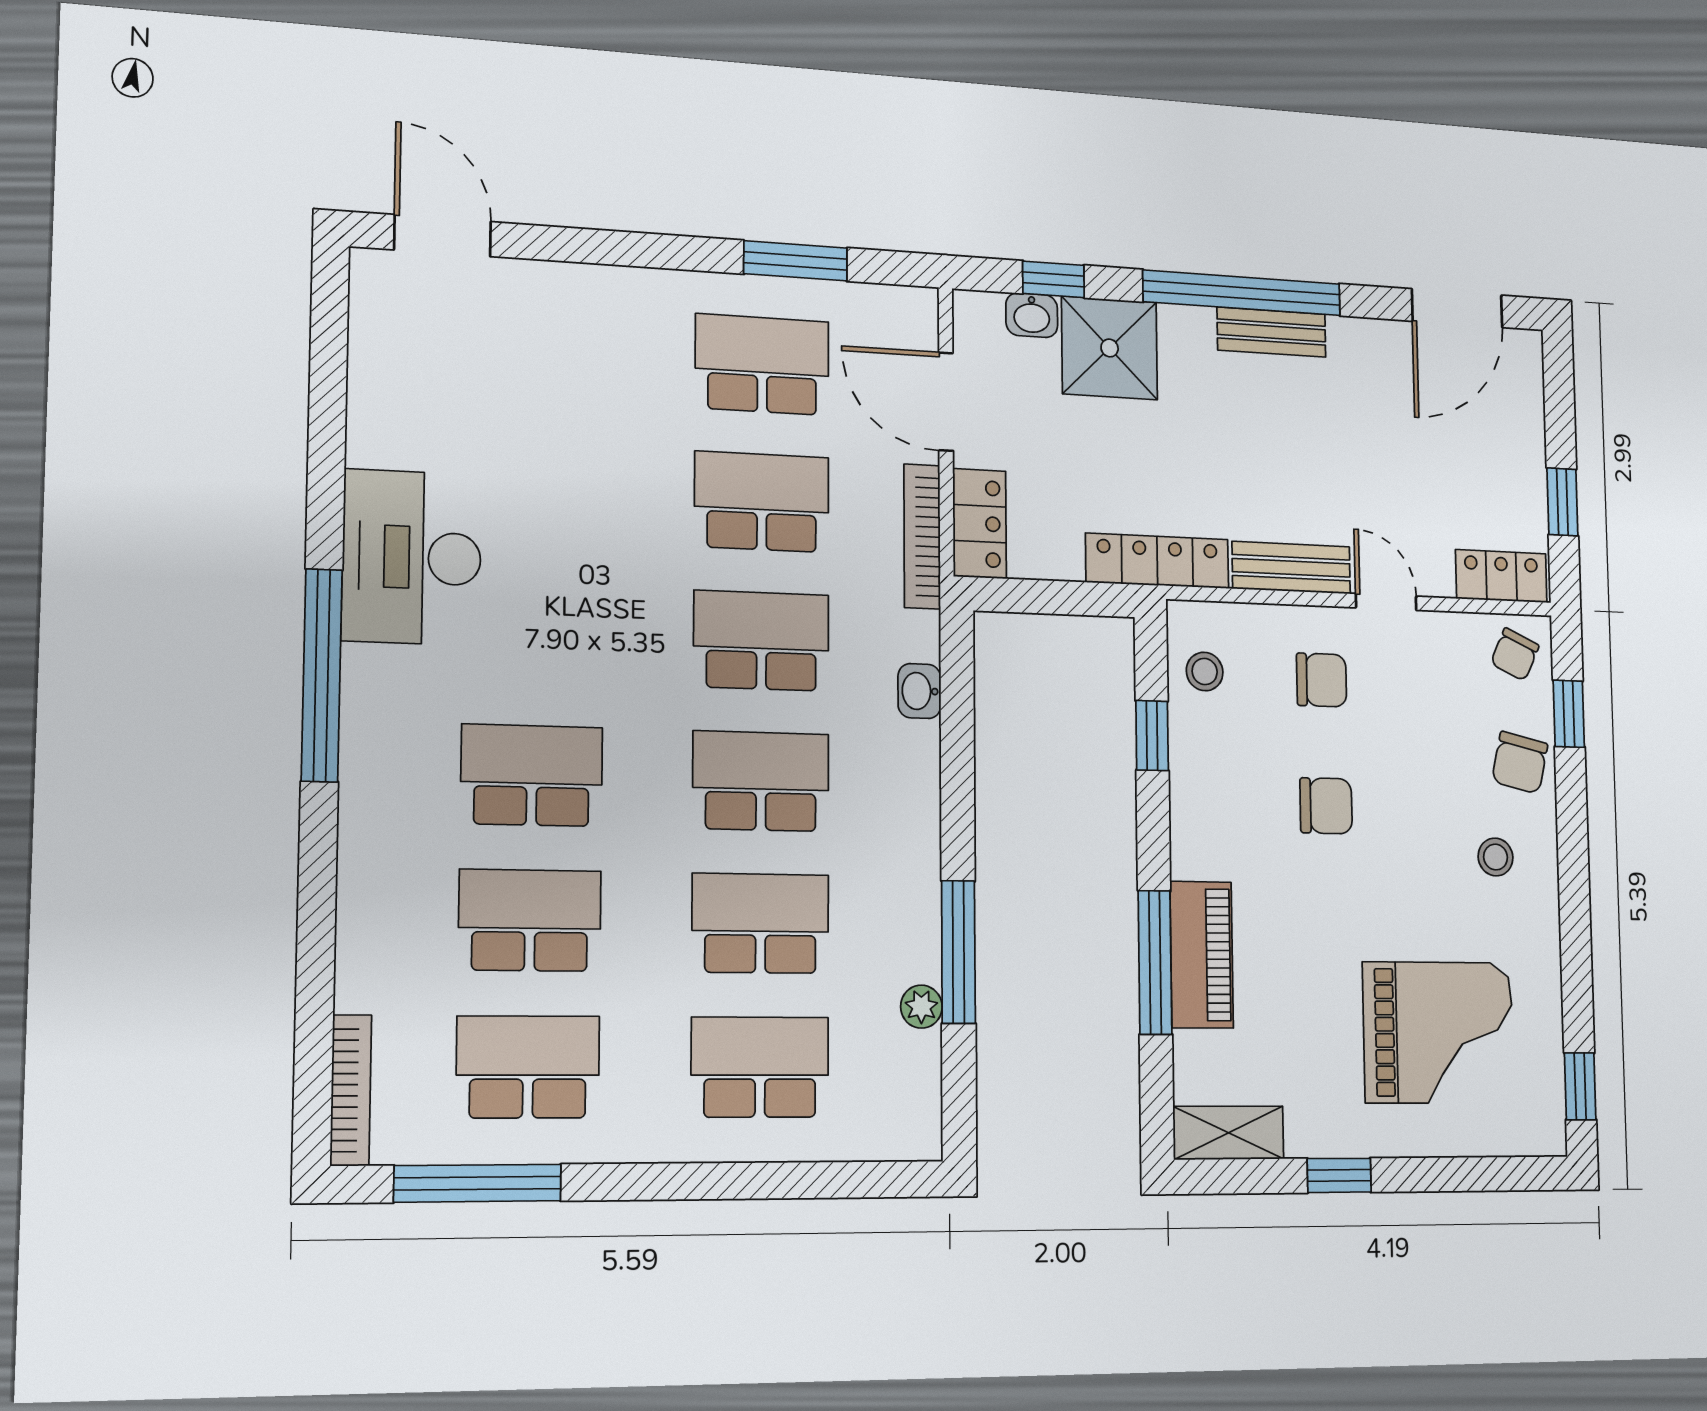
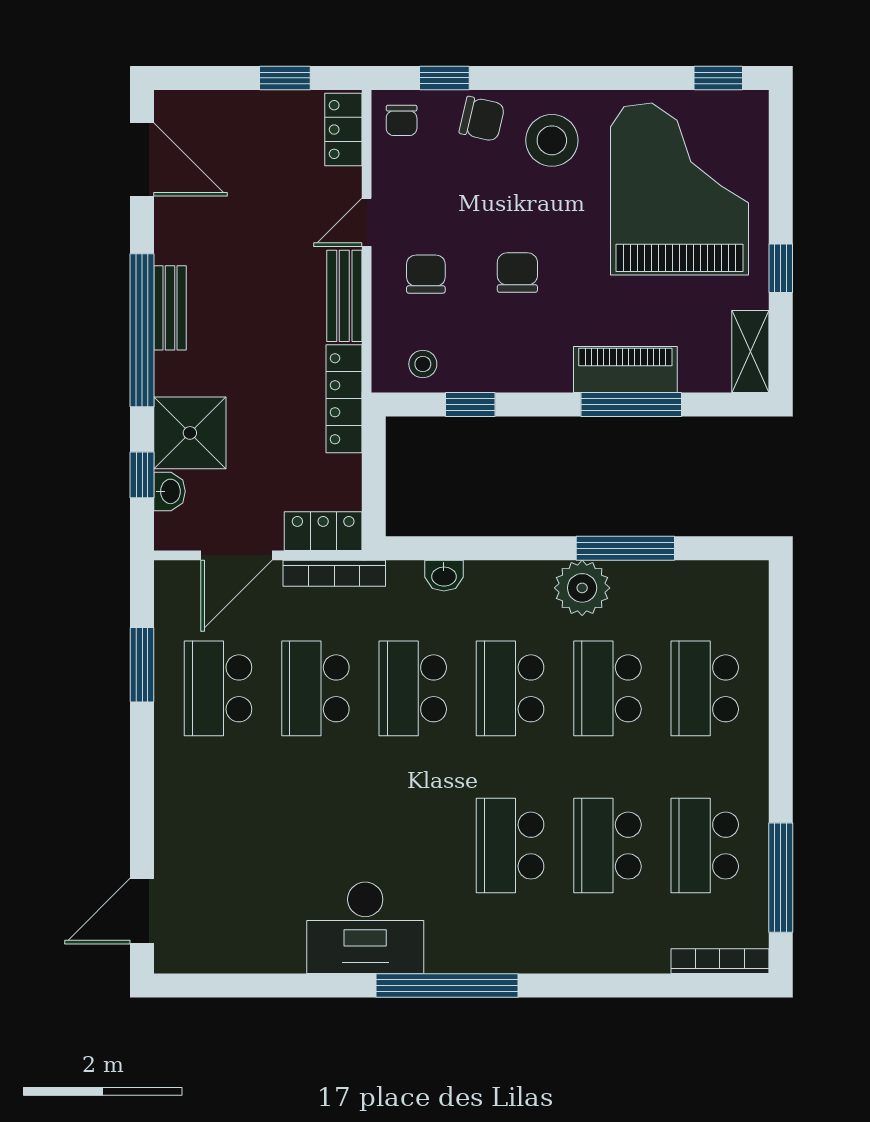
chair: (1515, 654) -> (402, 120), turned 65
stool: (1496, 857) -> (552, 140), width x1.89, depth x1.89
plant: (921, 1007) -> (582, 588), moved, width x1.87, depth x1.87
grand piano: (1439, 1032) -> (680, 189), width x1.37, depth x1.48

